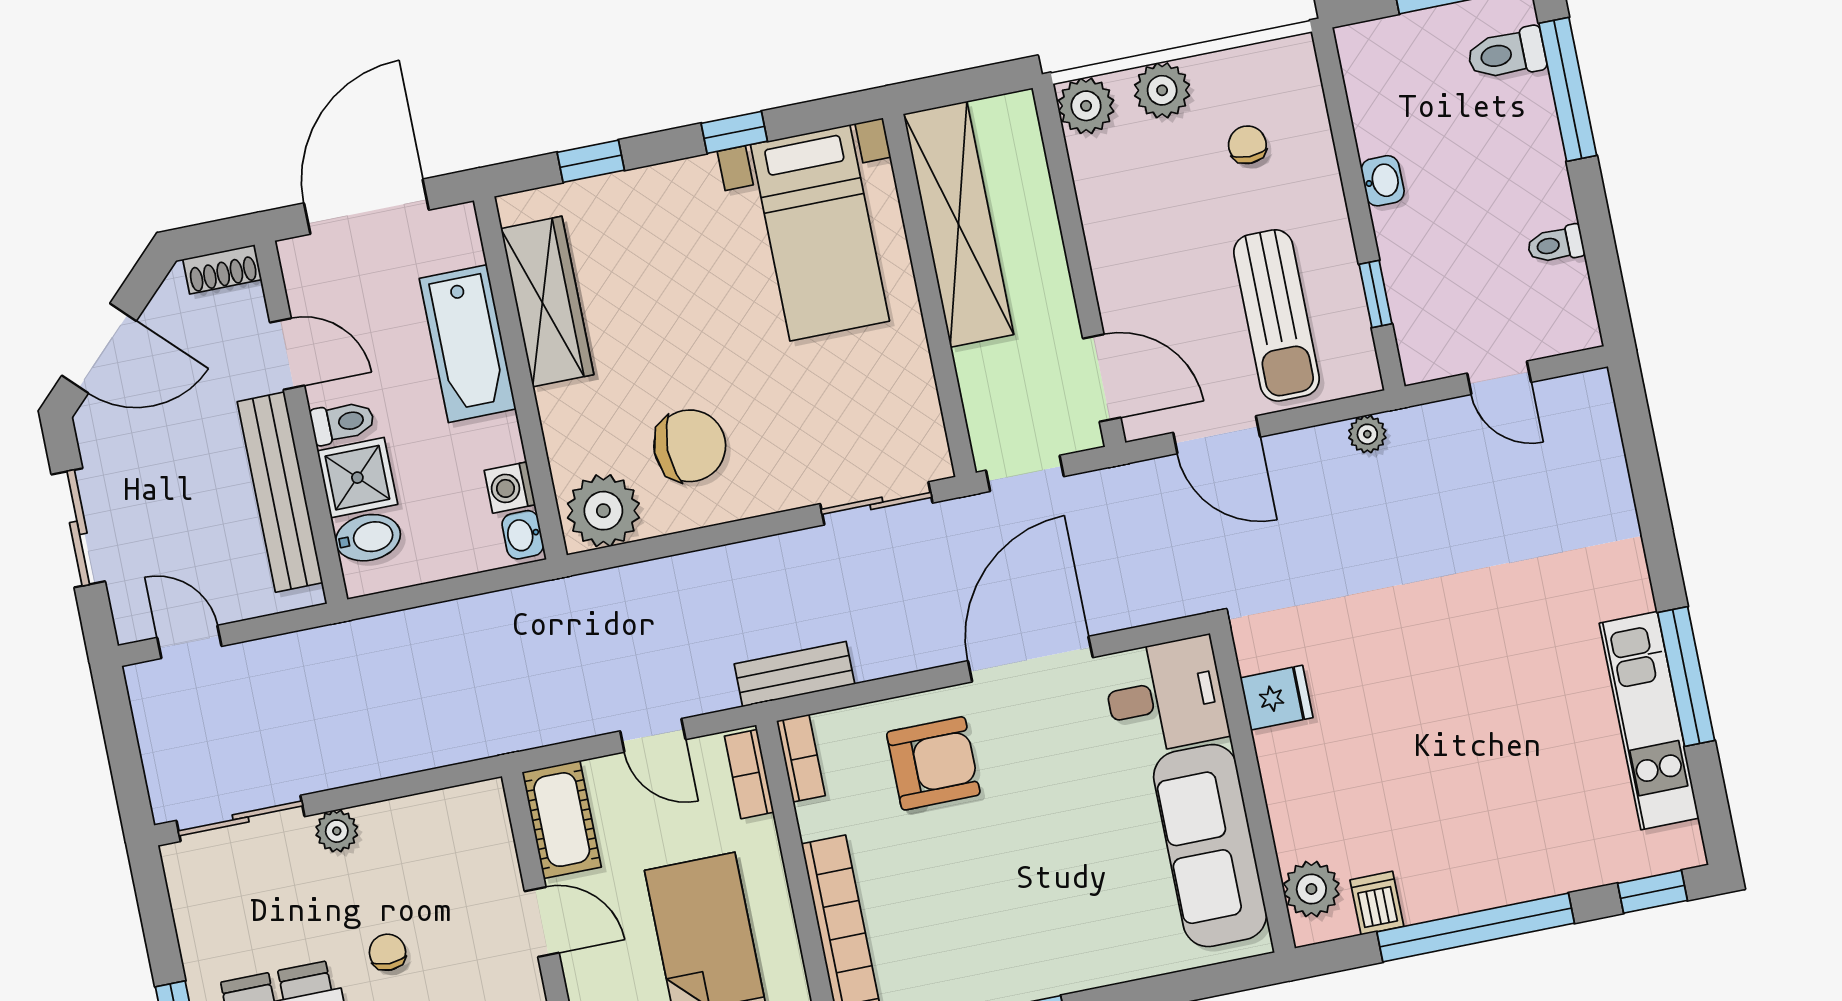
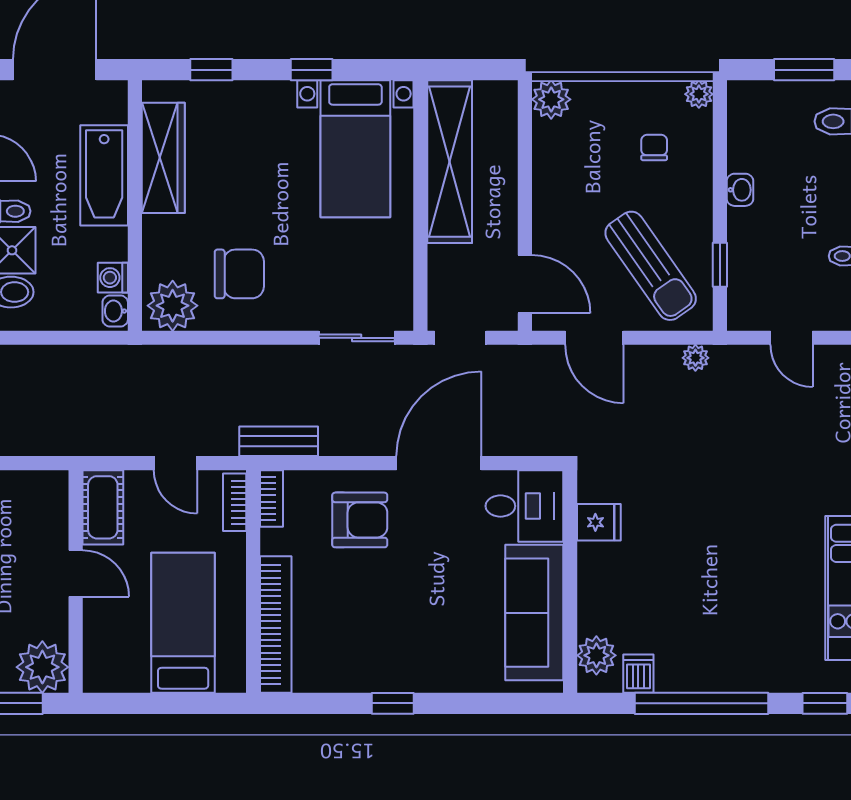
plant: (1162, 90) -> (699, 94), moved, width x0.73, depth x0.73
sun lounger: (1277, 315) -> (651, 266), turned -35

